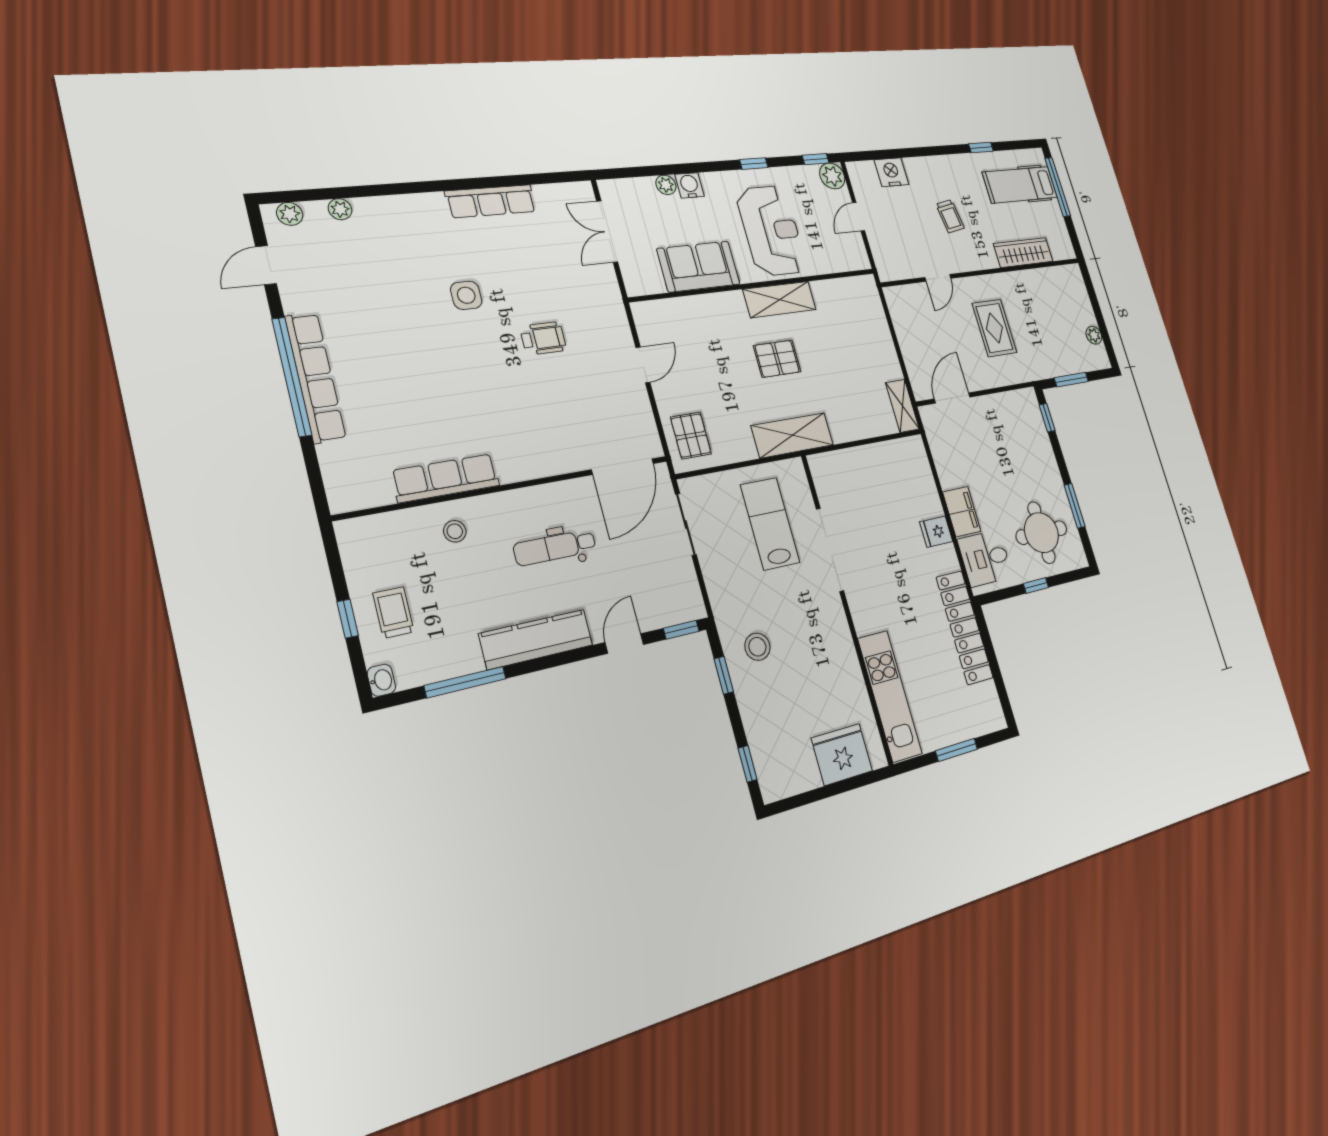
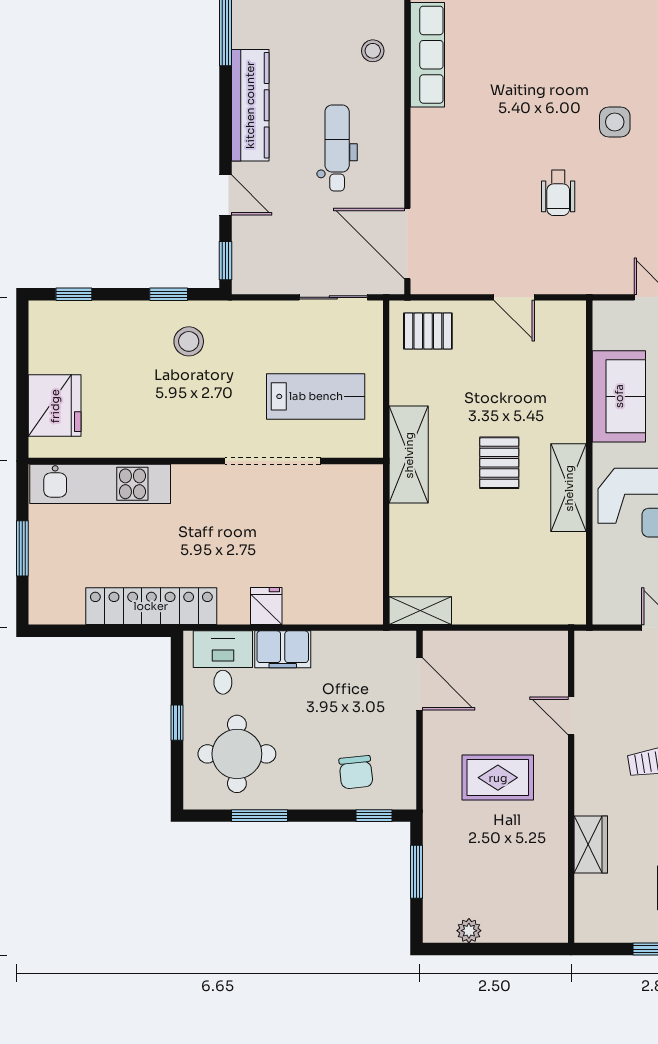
wardrobe: (1023, 253) -> (591, 845), width x0.67
chair: (1024, 437) -> (356, 772), added

